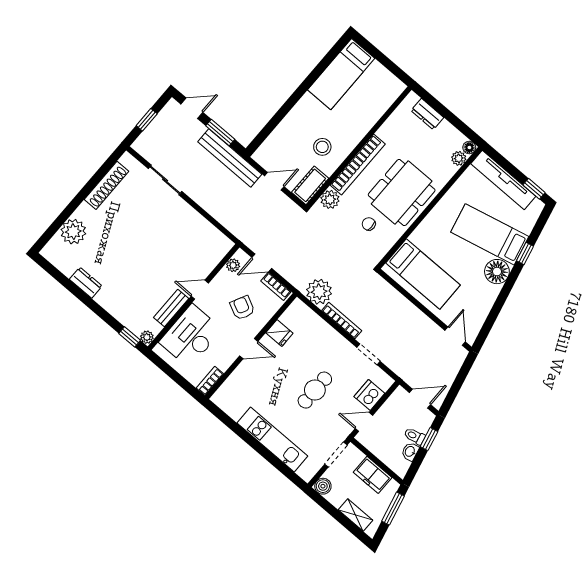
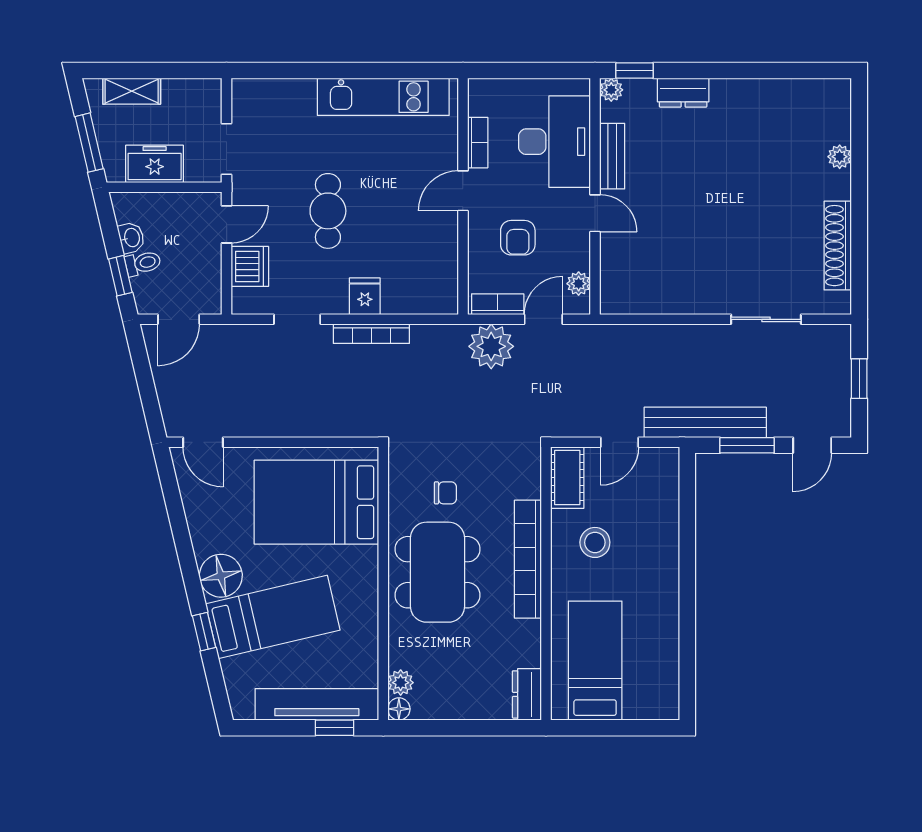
bed: (341, 74) -> (595, 661), moved
dresser: (427, 114) -> (527, 694), moved, turned -90
window: (534, 189) -> (334, 728), moved
plant: (330, 199) -> (525, 481), removed
plant: (73, 232) -> (840, 157), width x0.53, depth x0.53
bed: (423, 274) -> (316, 502), width x1.50
dresser: (86, 283) -> (683, 93), moved
door: (200, 290) -> (595, 213), hinge flipped
plant: (319, 292) -> (491, 346), moved
armchair: (242, 308) -> (518, 238), turned 64
fridge: (279, 333) -> (365, 296), moved, turned 90
bookcase: (210, 381) -> (478, 143), moved
kitchen unit: (272, 440) -> (383, 97), moved
boiler: (323, 486) -> (208, 92), removed

